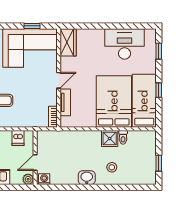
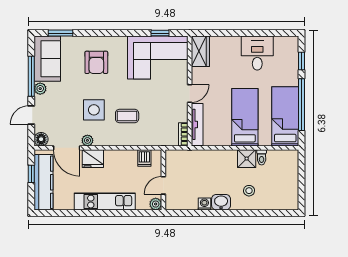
desk: (124, 44) -> (257, 53), width x0.73
window: (159, 90) -> (301, 105), width x3.17
bed: (114, 101) -> (245, 117), width x0.67
tv unit: (65, 102) -> (197, 124), width x1.41
window: (159, 163) -> (301, 186), removed
washing machine: (44, 179) -> (204, 204), moved

